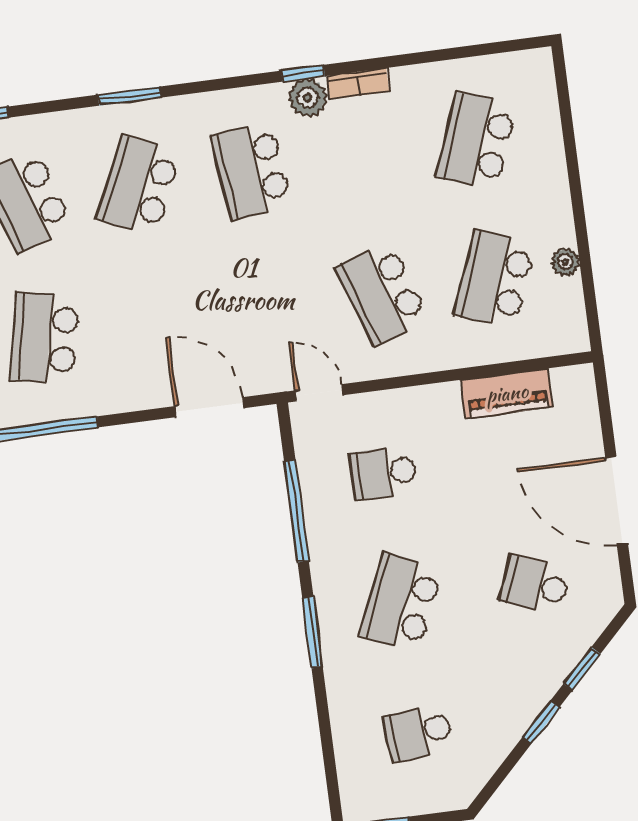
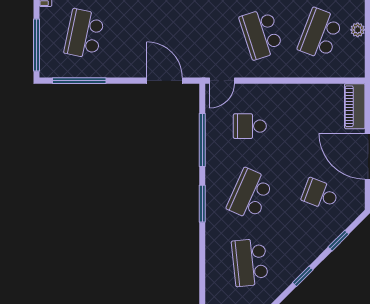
door: (319, 393) -> (222, 81), swing flipped
piano: (507, 393) -> (355, 106), moved, turned 90
window: (541, 722) -> (303, 276), moved
school desk: (418, 733) -> (250, 262), width x1.85

